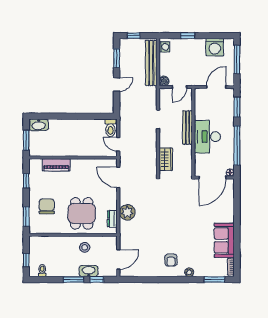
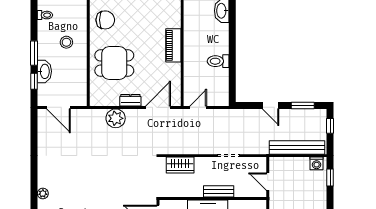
window: (188, 36) -> (330, 178), moved
boiler: (164, 81) -> (275, 163), removed
toilet: (111, 128) -> (218, 61), moved
bench: (188, 128) -> (219, 191), width x0.73
piano: (56, 165) -> (173, 45), moved
chair: (47, 206) -> (105, 20), moved
dresser: (112, 219) -> (130, 100), moved
stool: (85, 247) -> (66, 42), moved
armchair: (171, 260) -> (58, 171), removed

